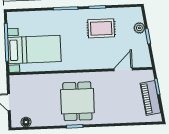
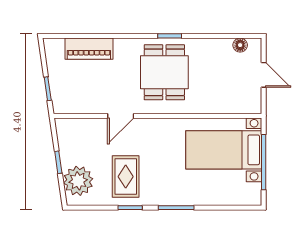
rug: (101, 28) -> (126, 177), turned 90
plant: (139, 28) -> (78, 181), width x1.88, depth x1.88
door: (123, 69) -> (121, 116), moved
piano: (150, 98) -> (89, 49), moved, turned 98

